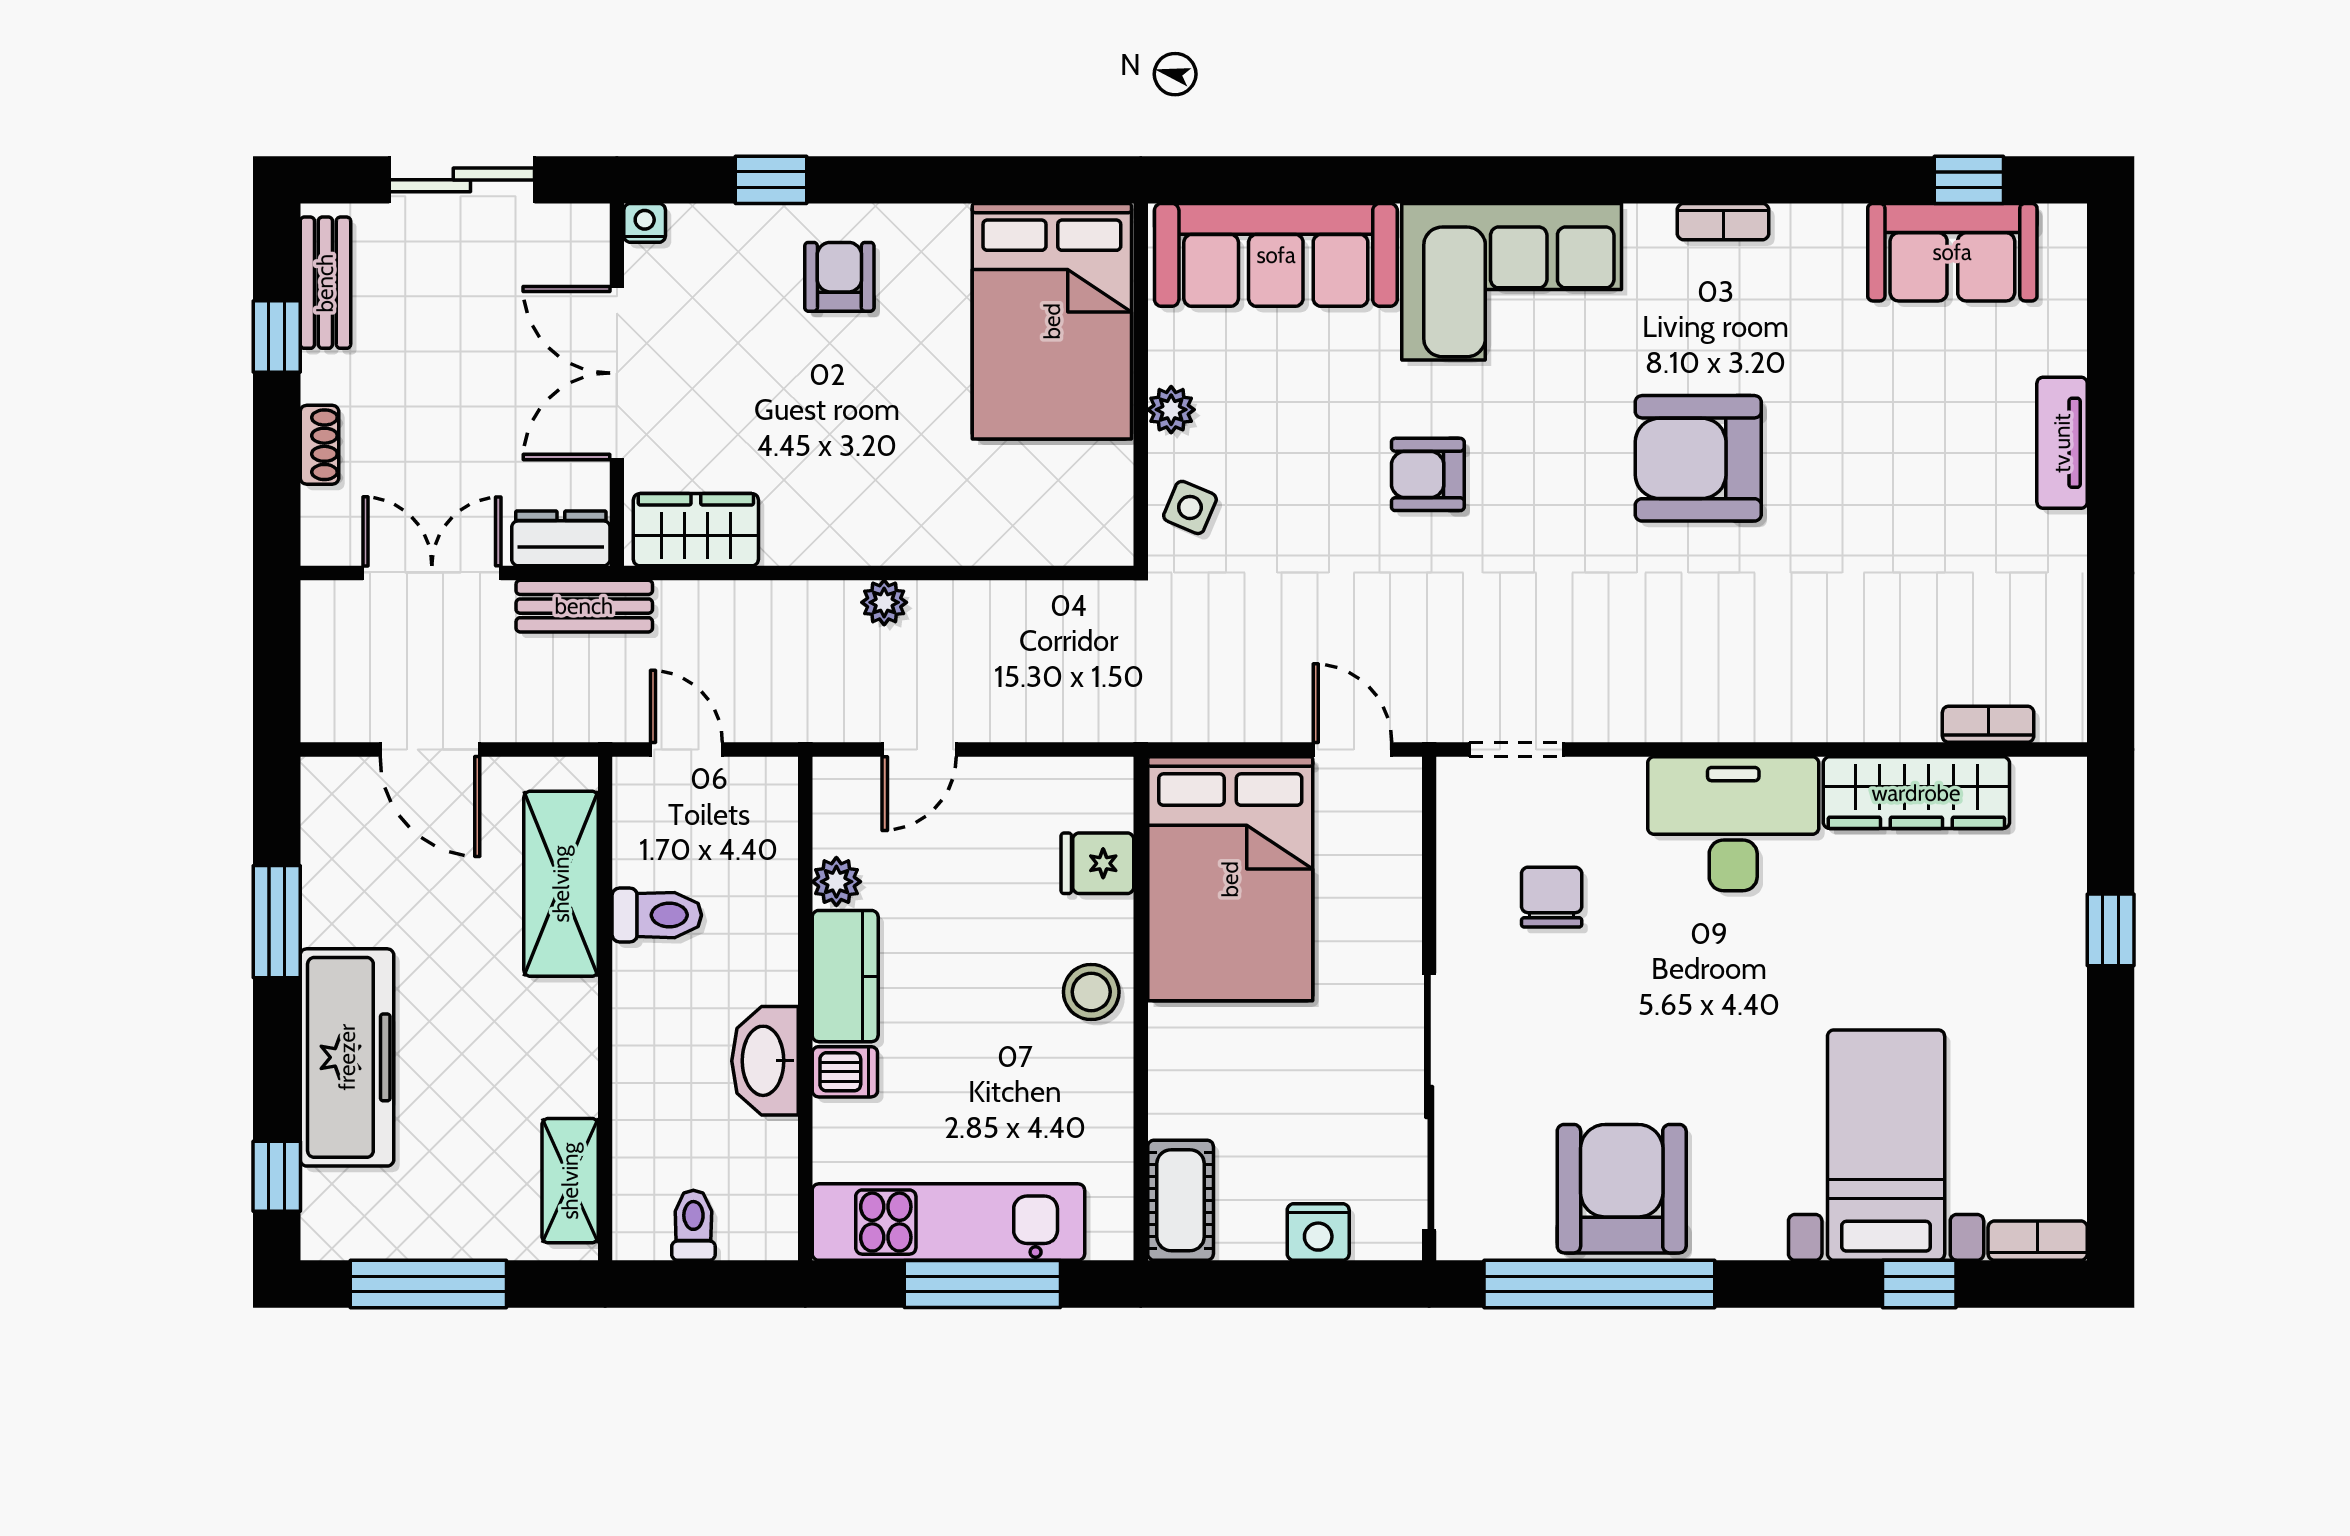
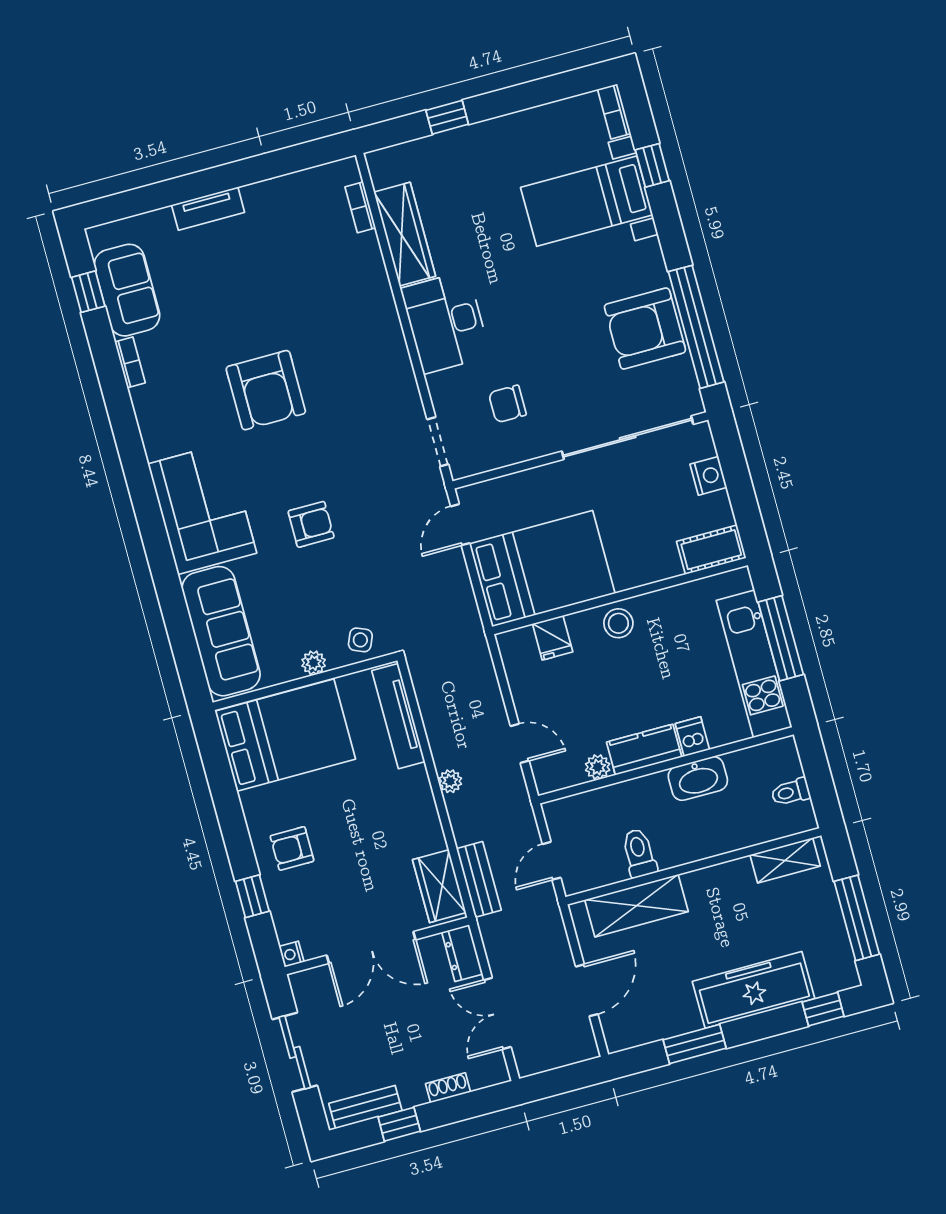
bookcase: (1723, 222) -> (130, 362), moved
armchair: (1428, 474) -> (311, 524), turned -90
tv unit: (1030, 540) -> (398, 716), added
bench: (584, 606) -> (479, 879), moved

